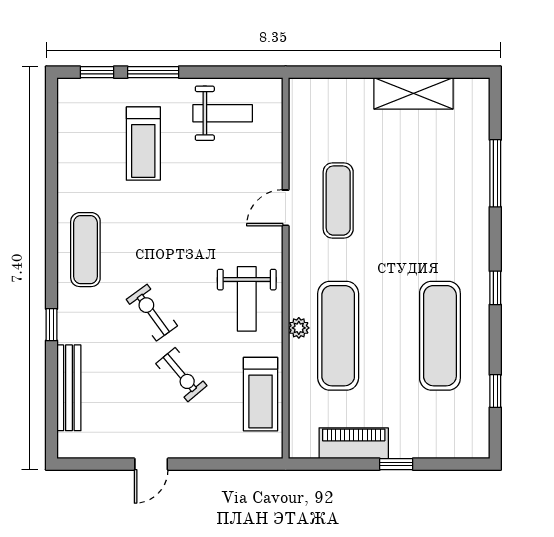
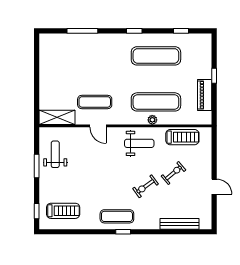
window: (153, 72) -> (37, 166), moved
shelving: (413, 93) -> (57, 117), moved, turned 90
treadmill: (143, 144) -> (63, 211), moved
window: (51, 325) -> (123, 232), moved

